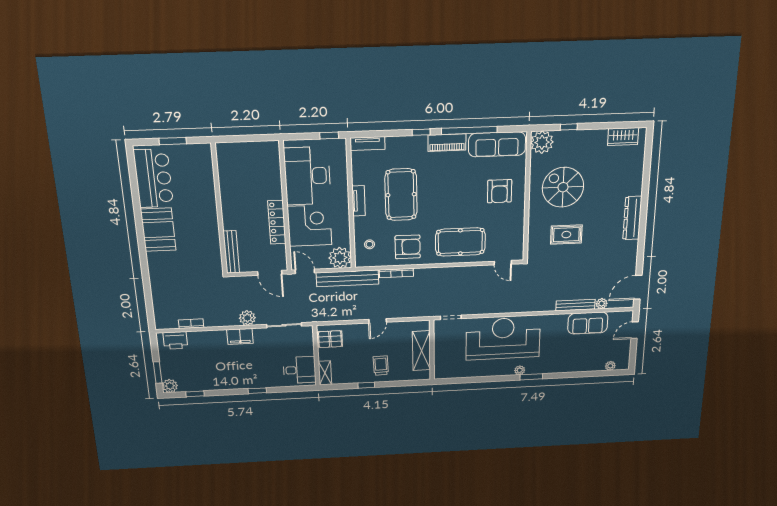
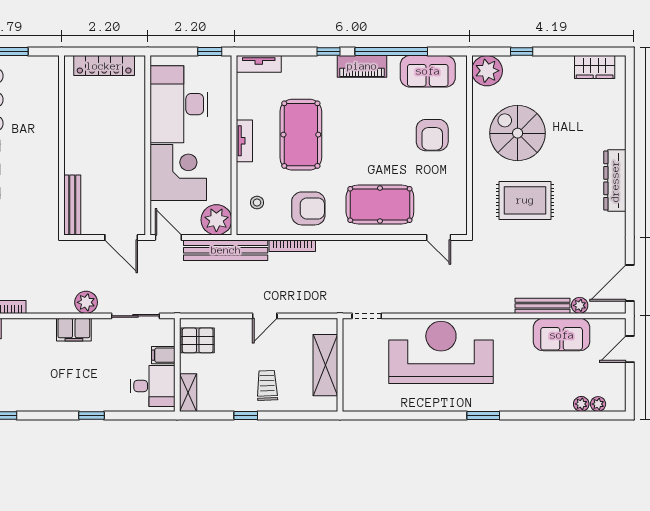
sofa: (497, 144) -> (428, 71), width x0.73
locker: (277, 222) -> (104, 66), moved, turned -90
rug: (566, 235) -> (525, 200), width x1.36, depth x1.43
filing cabinet: (306, 350) -> (163, 355), added
plant: (520, 370) -> (581, 404), moved

